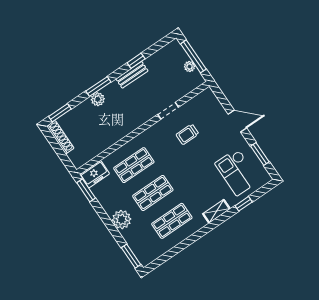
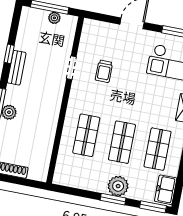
freezer: (95, 174) -> (166, 190), moved, turned 180
window: (86, 190) -> (113, 199), moved

